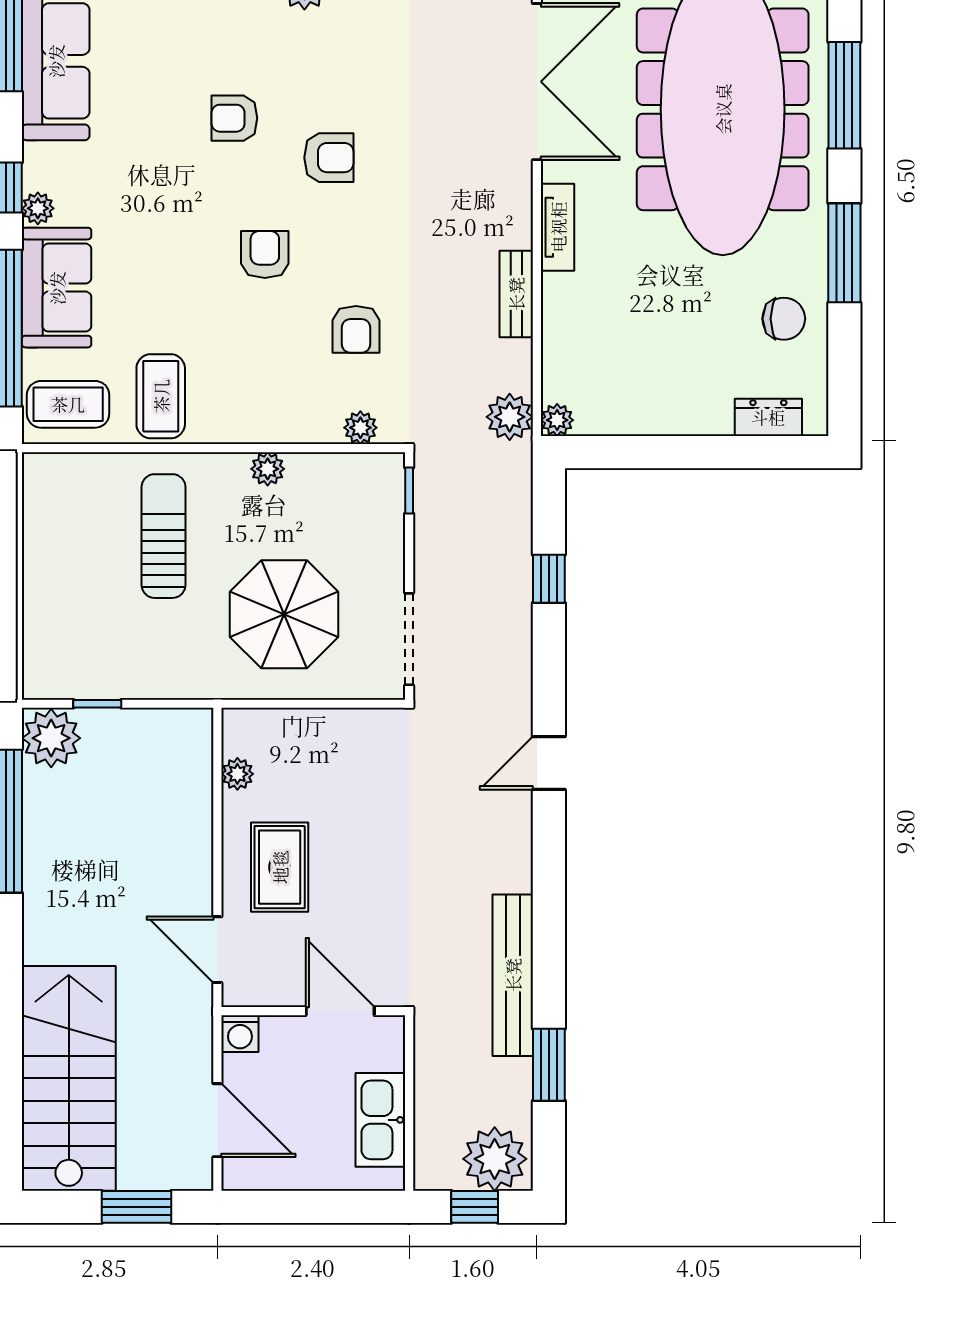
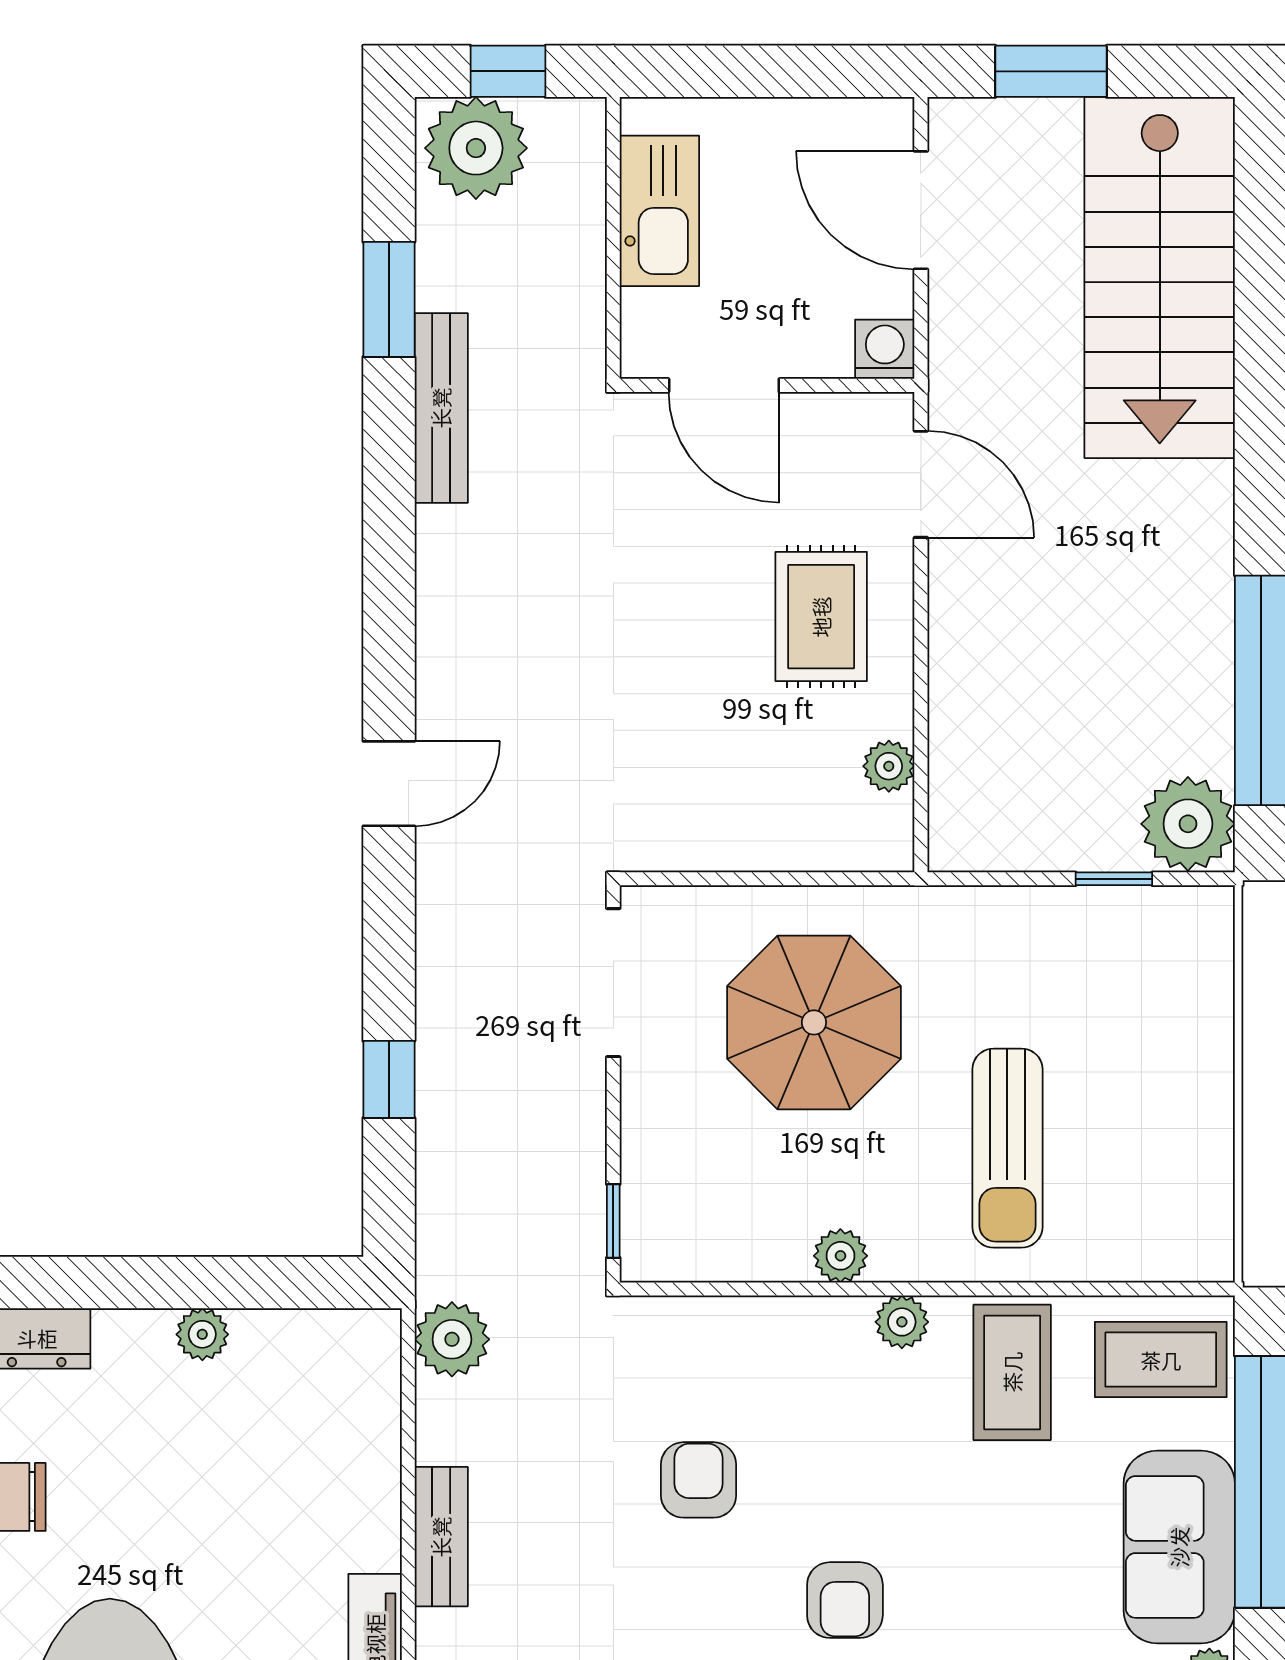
plant: (557, 420) -> (202, 1334), moved
plant: (360, 428) -> (902, 1322), moved
bench: (513, 975) -> (441, 408), width x0.73, depth x0.82

